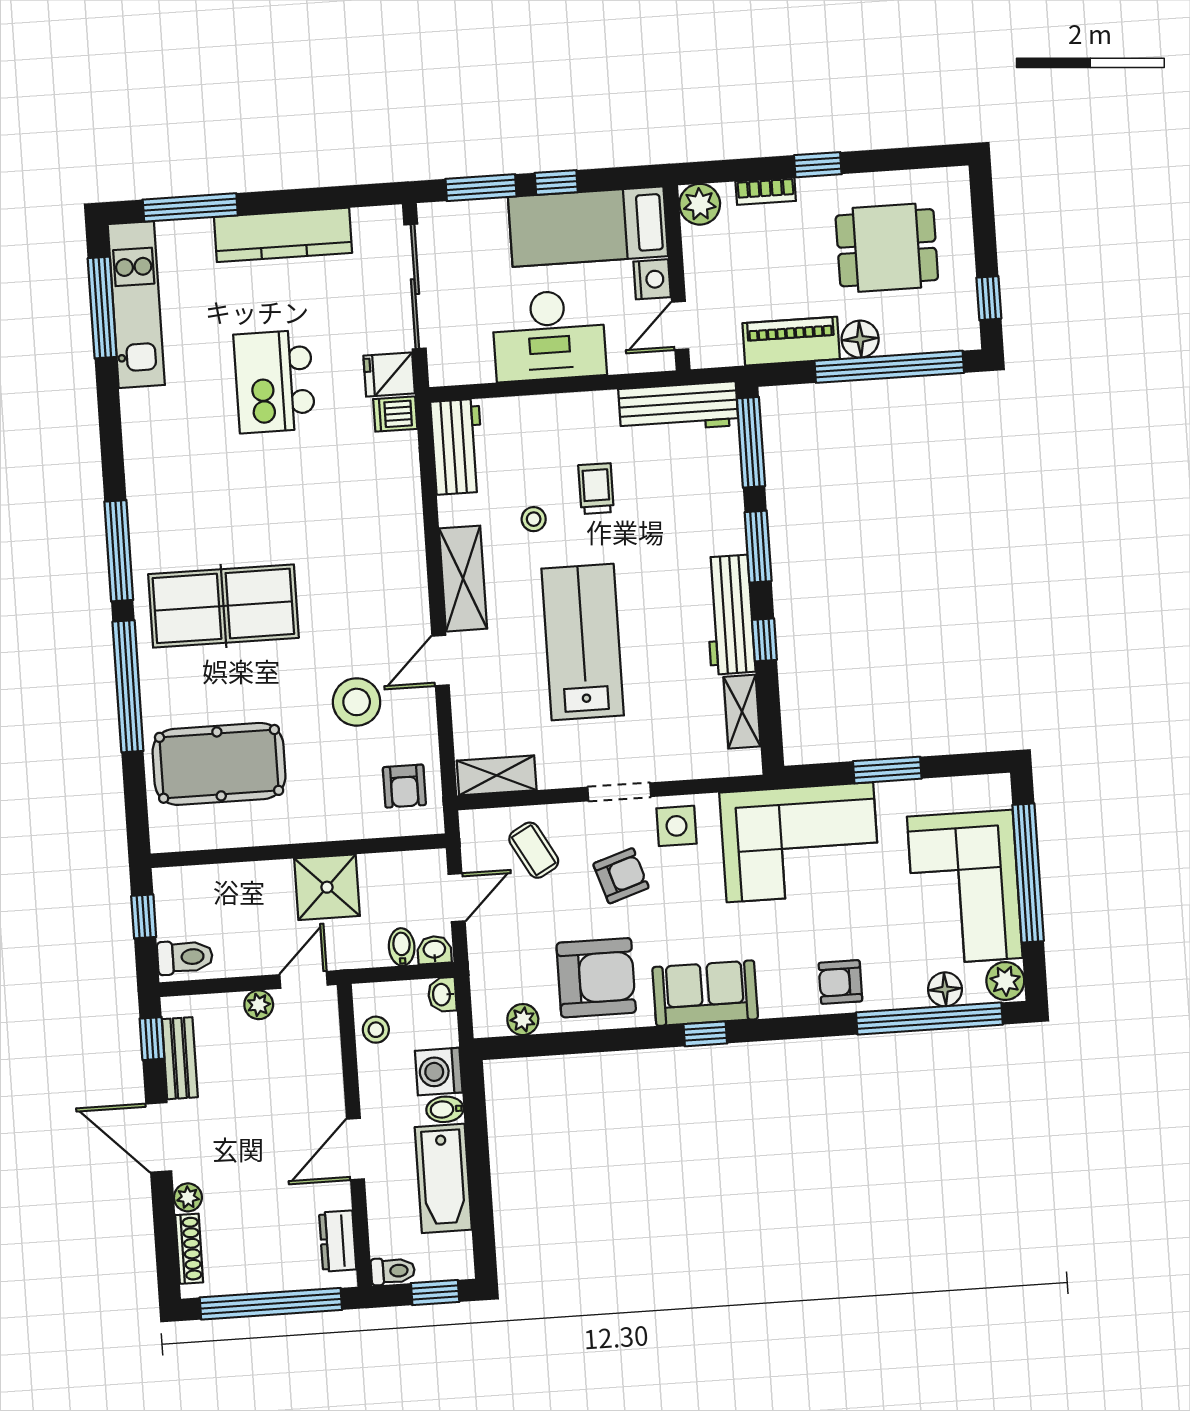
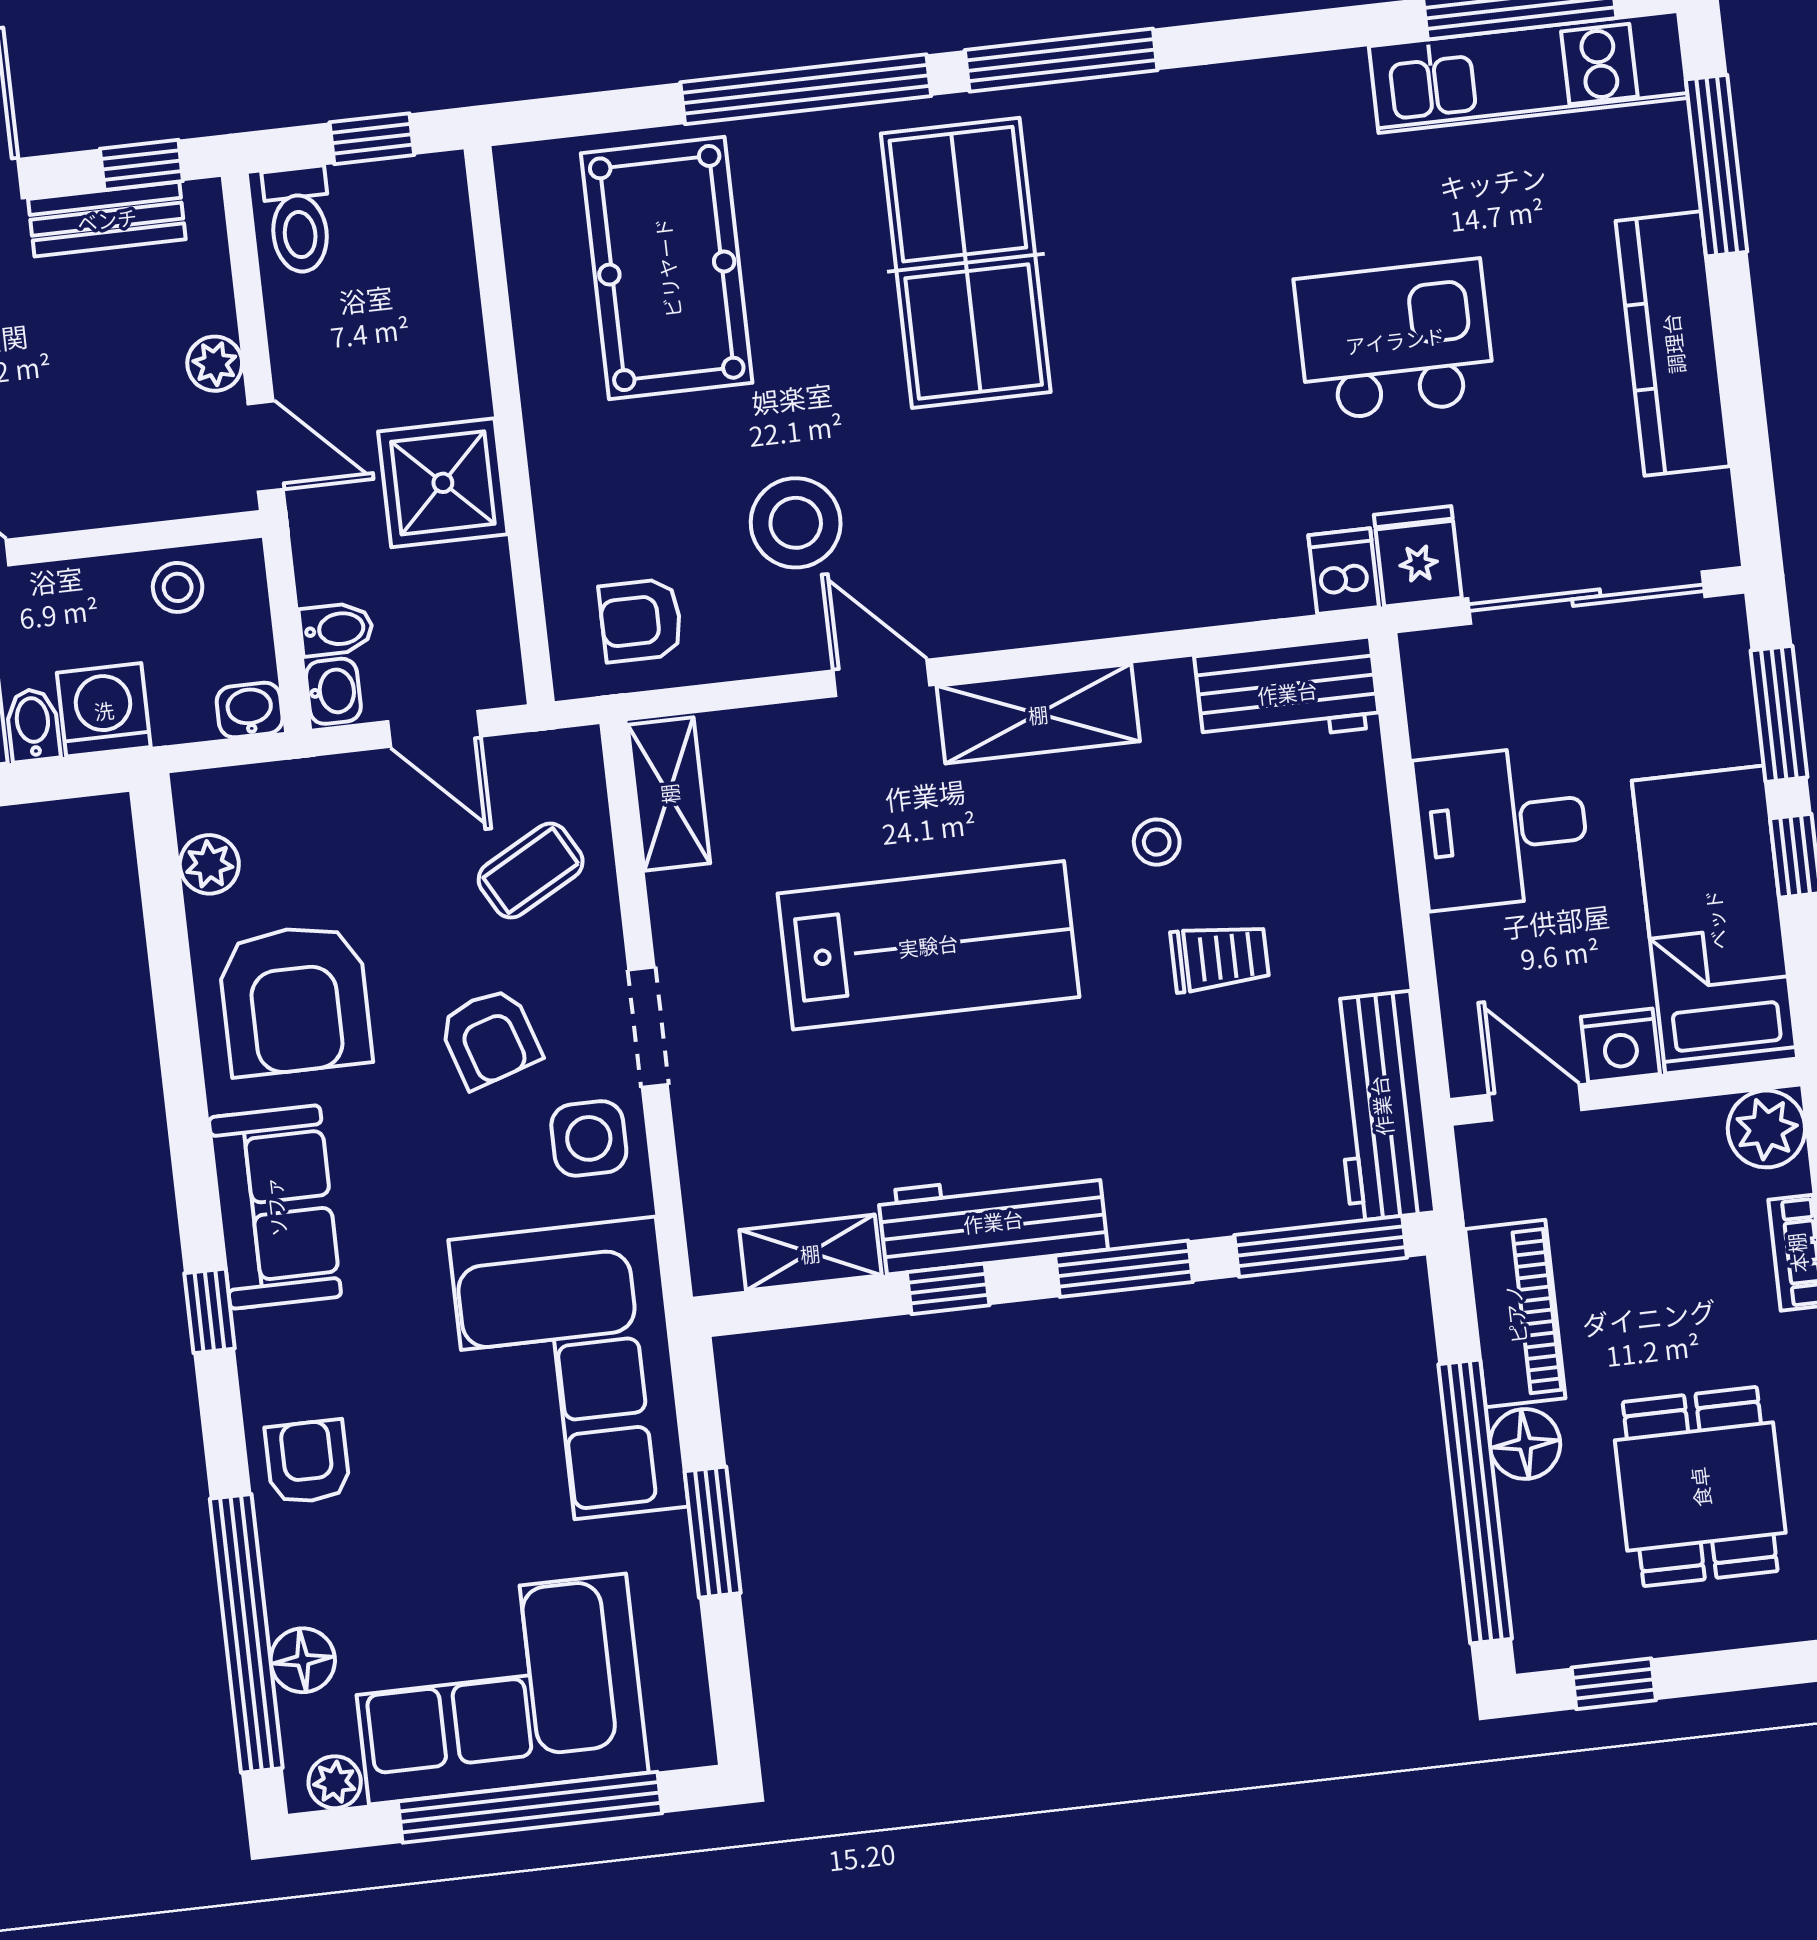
desk: (549, 335) -> (1502, 827), width x0.73
plant: (1005, 981) -> (335, 1782), width x0.73, depth x0.73
window: (705, 1034) -> (210, 1311), moved

